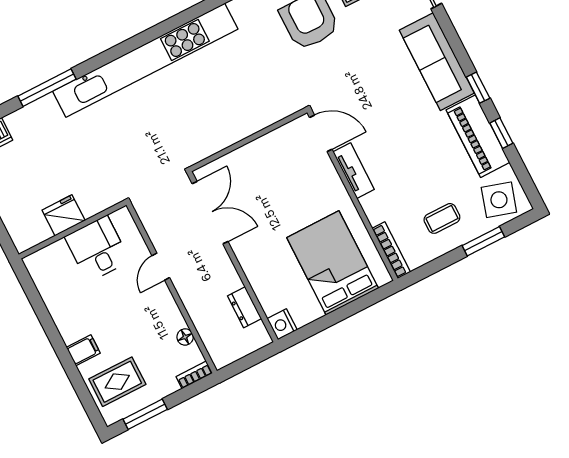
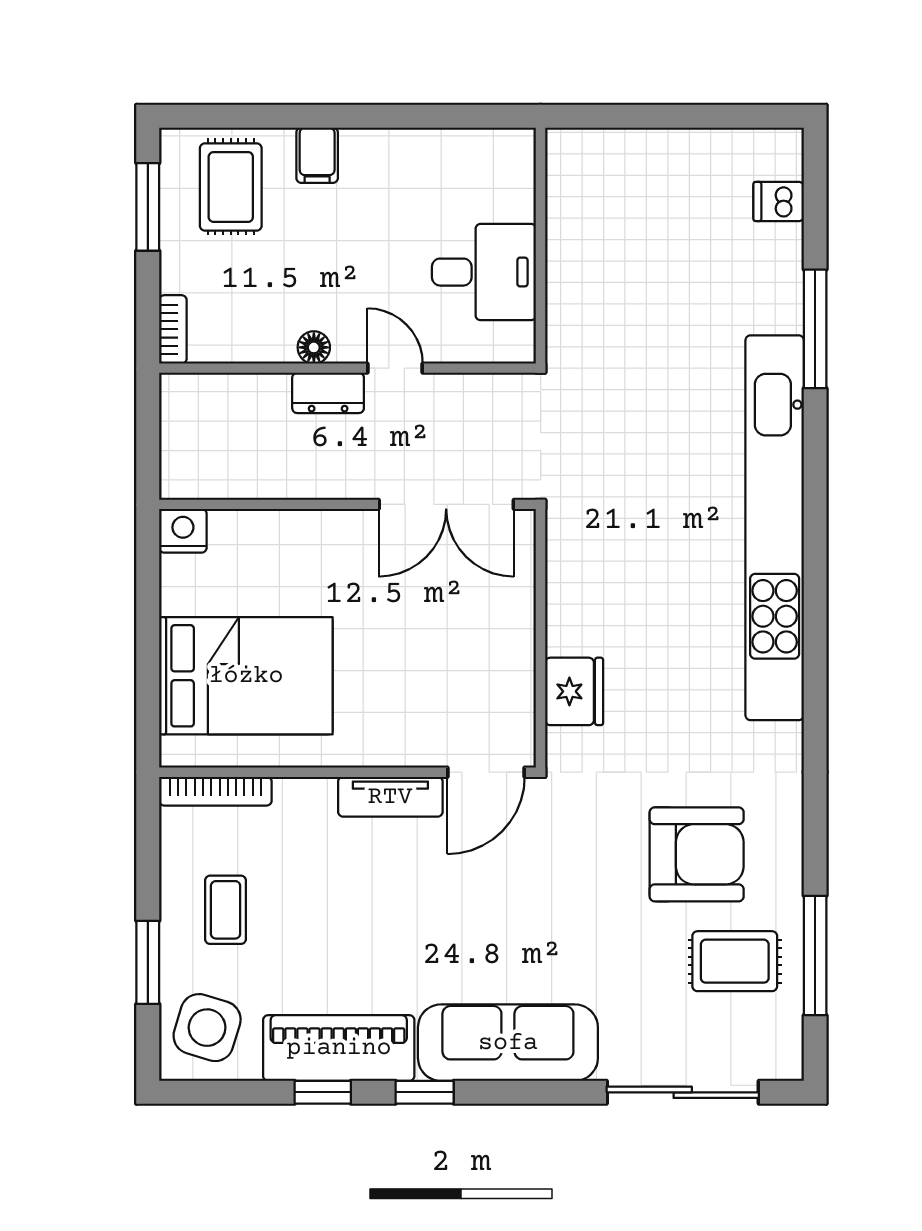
fridge: (64, 215) -> (574, 691), moved
dresser: (245, 307) -> (328, 393), moved, turned 180
floor lamp: (185, 337) -> (314, 347), moved

